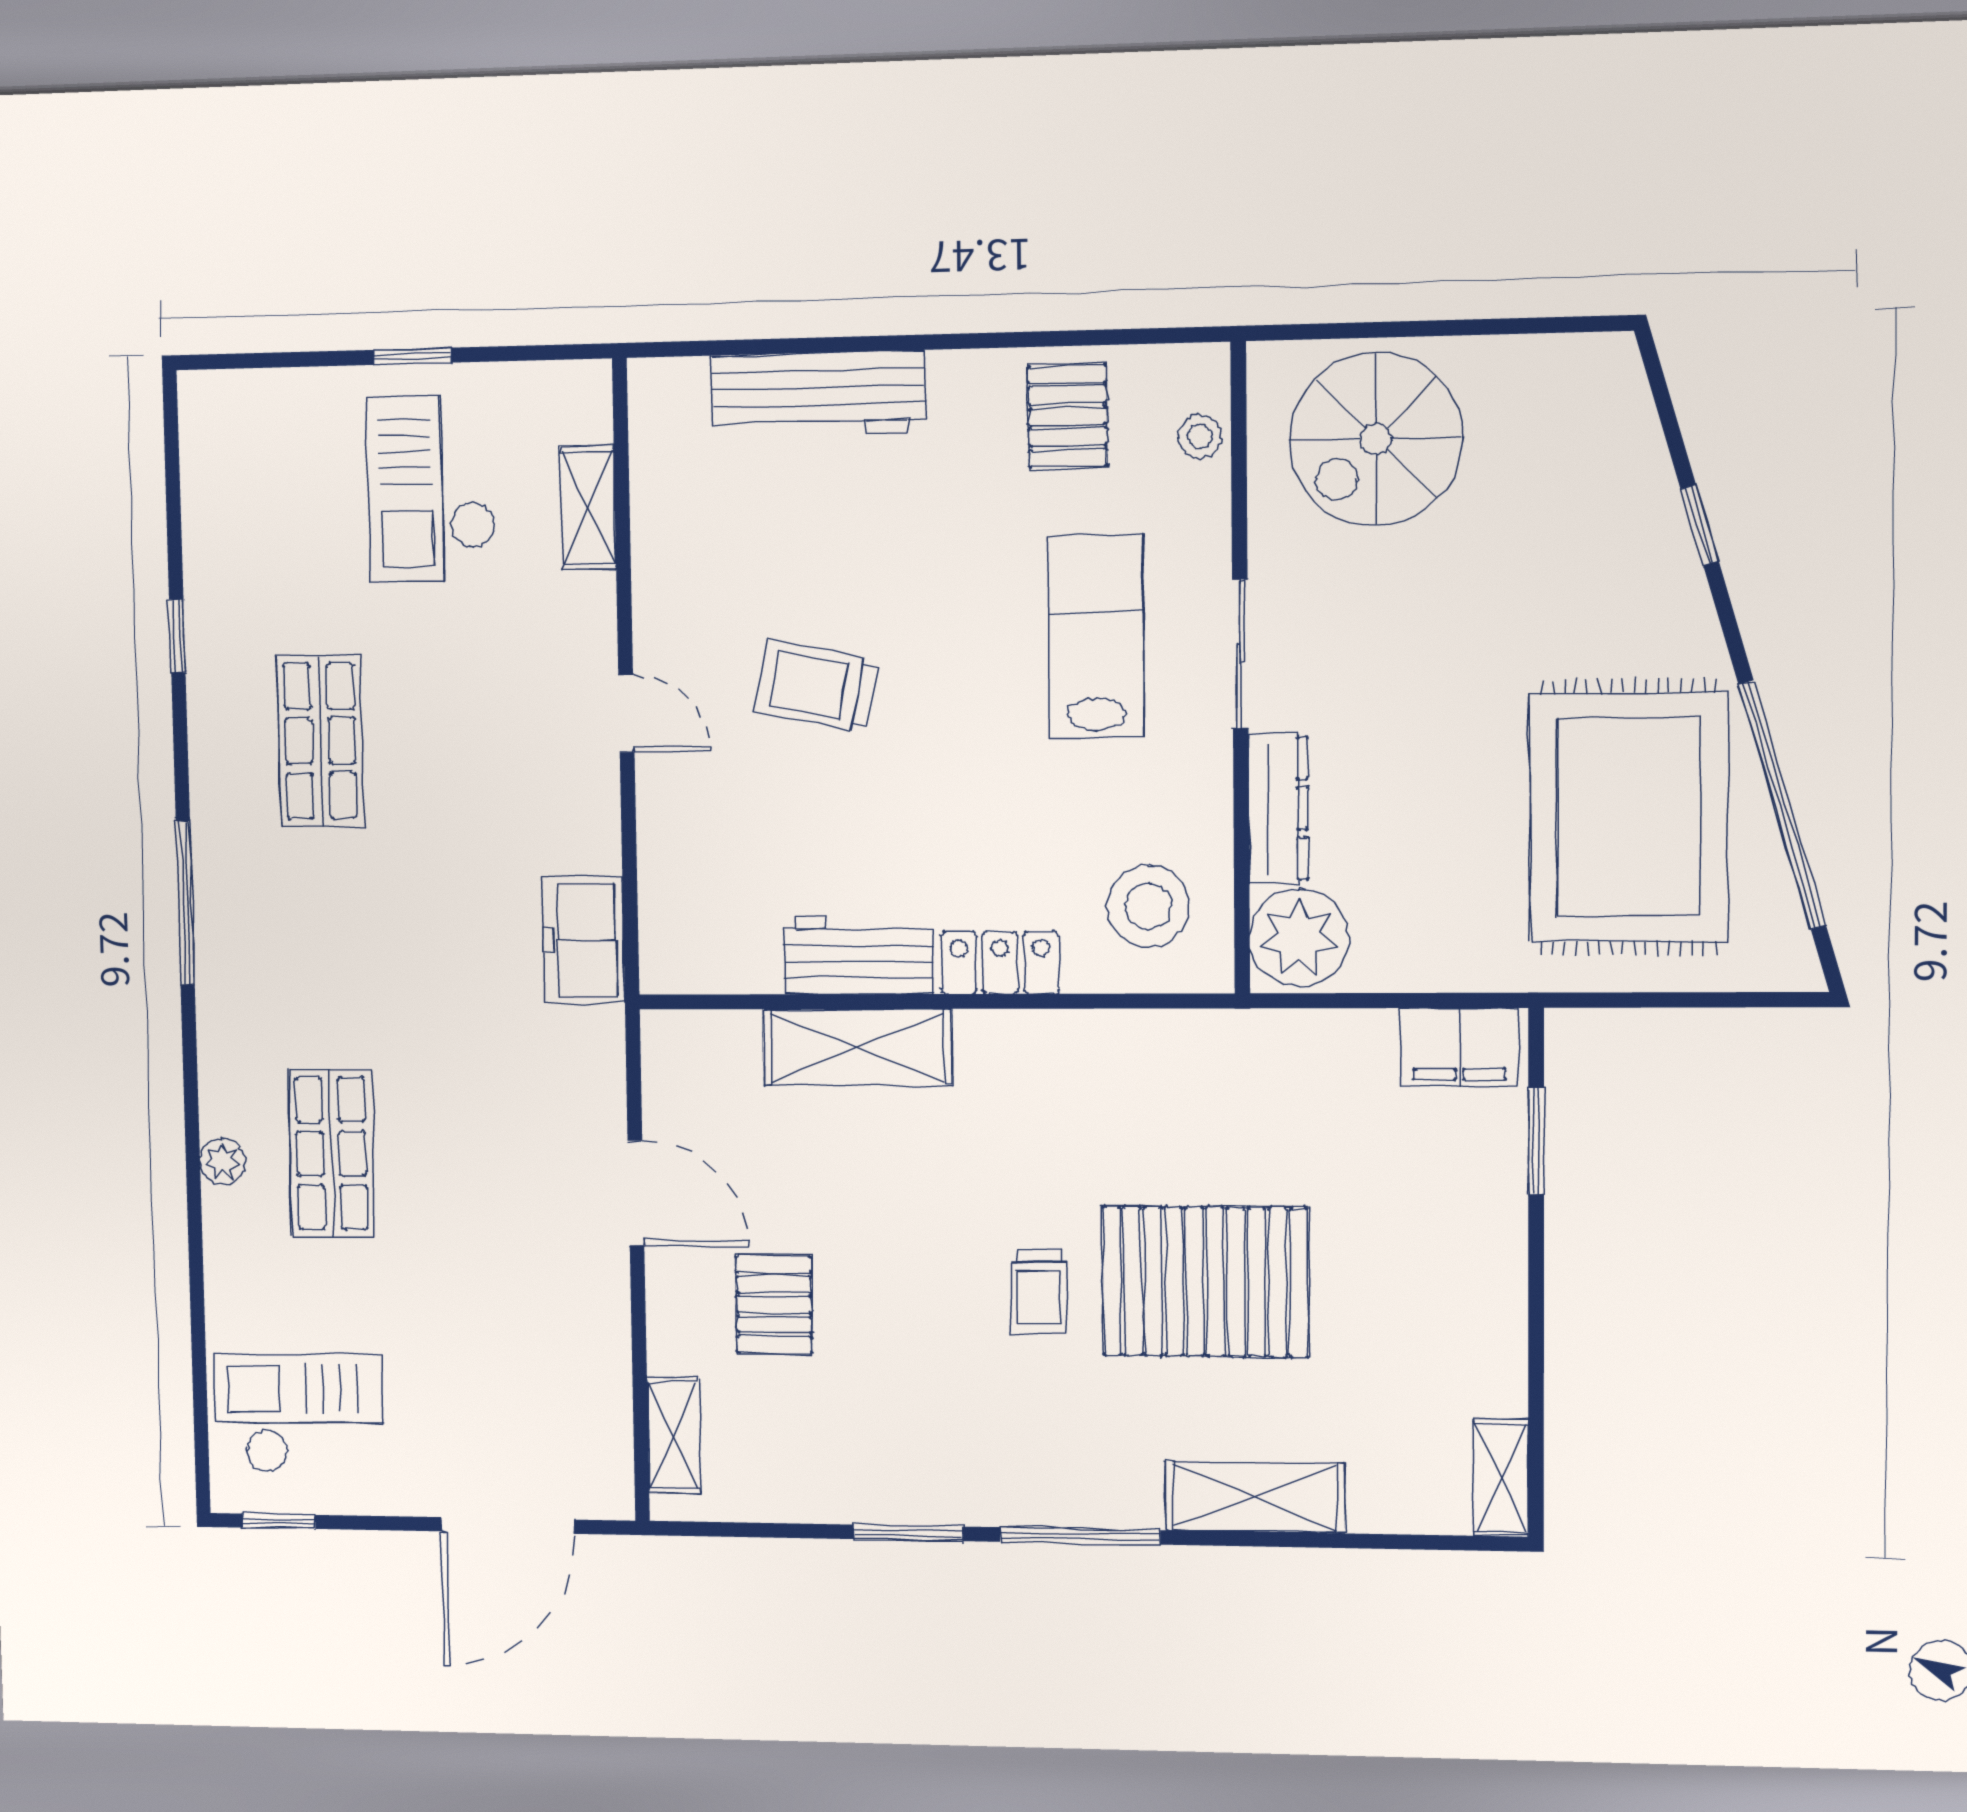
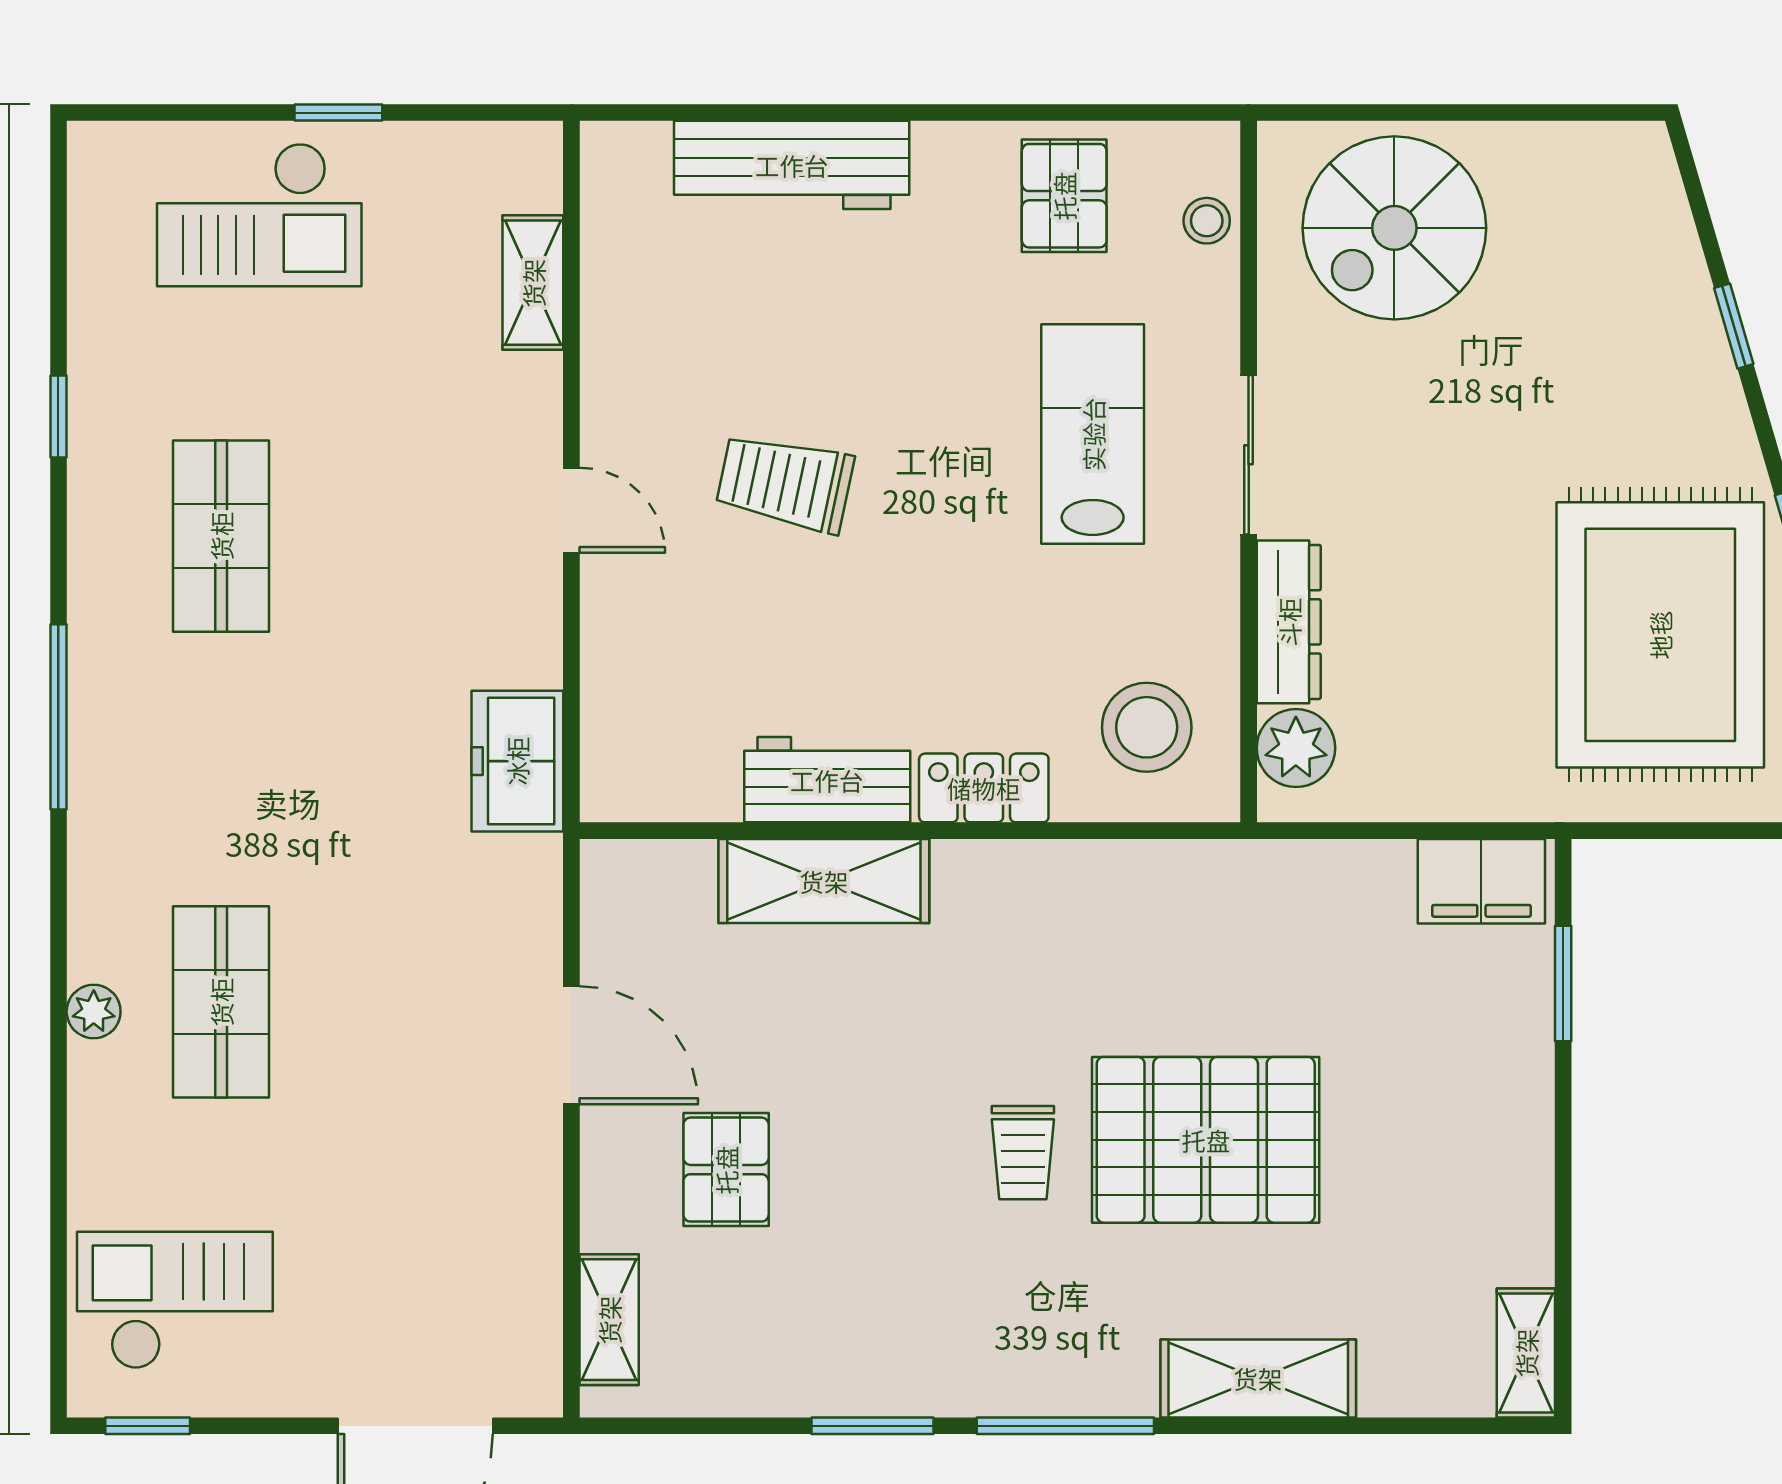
checkout: (432, 489) -> (259, 215), moved, turned -90
plant: (1299, 938) -> (1296, 748), width x0.73, depth x0.73

